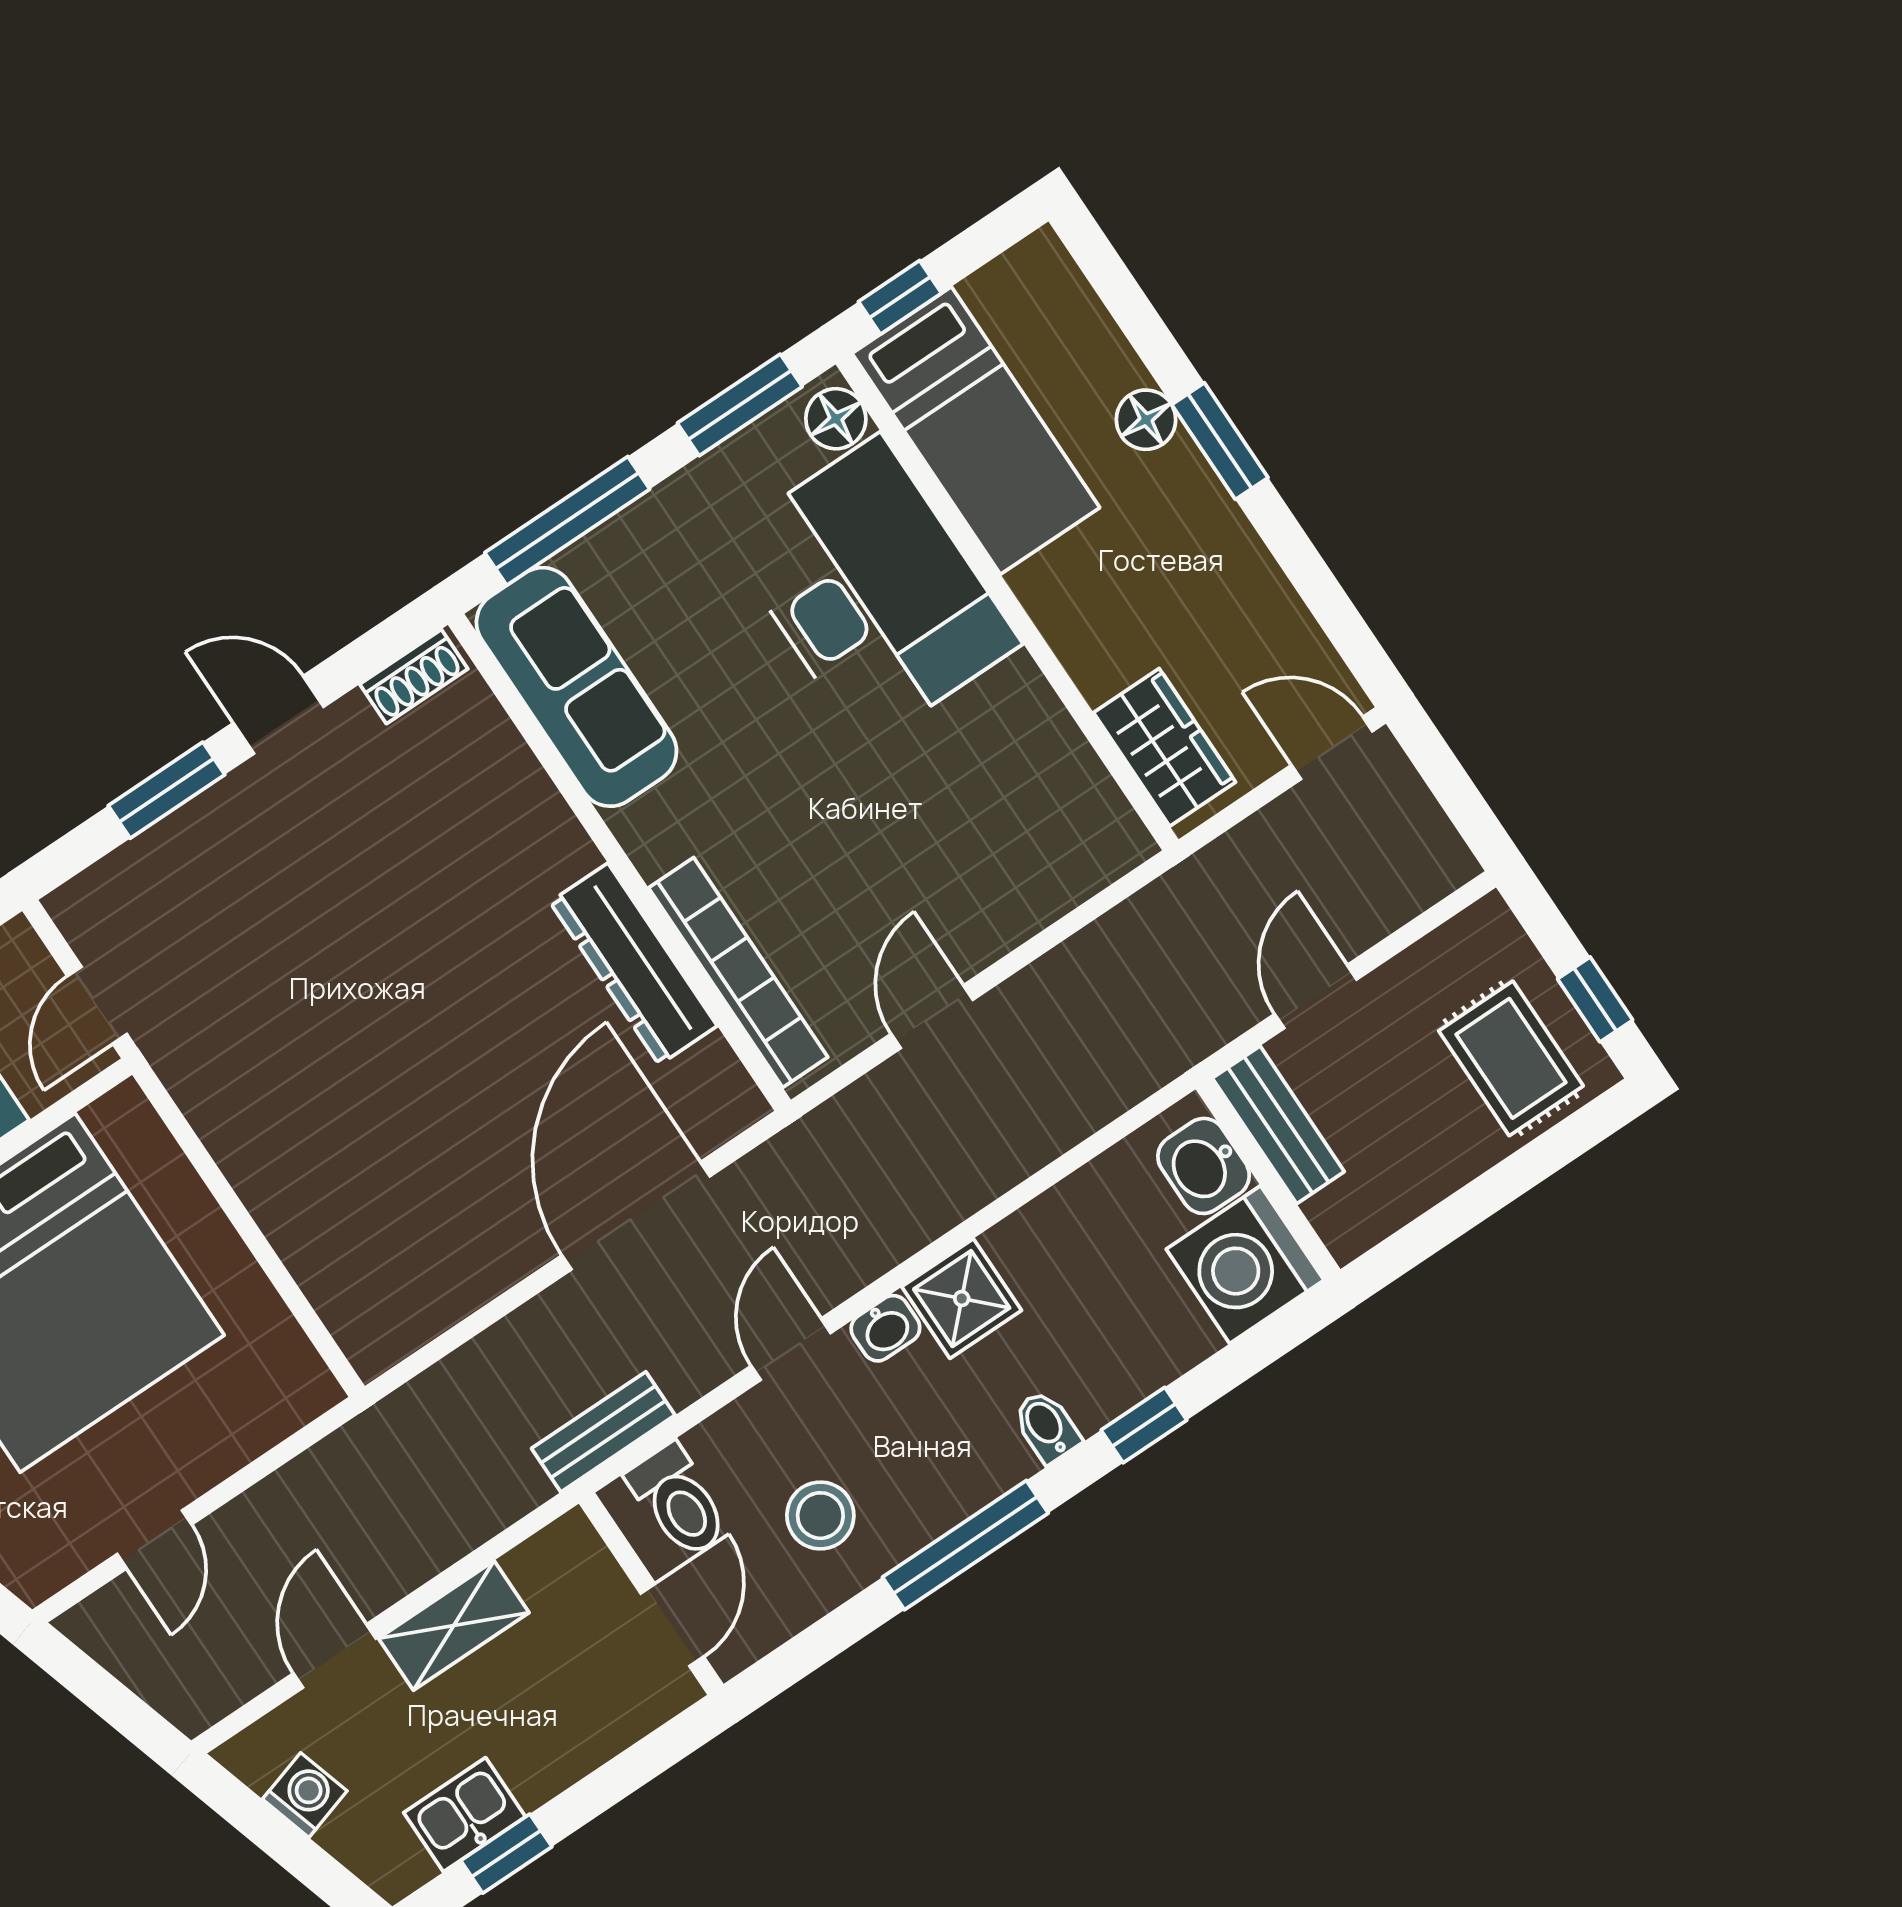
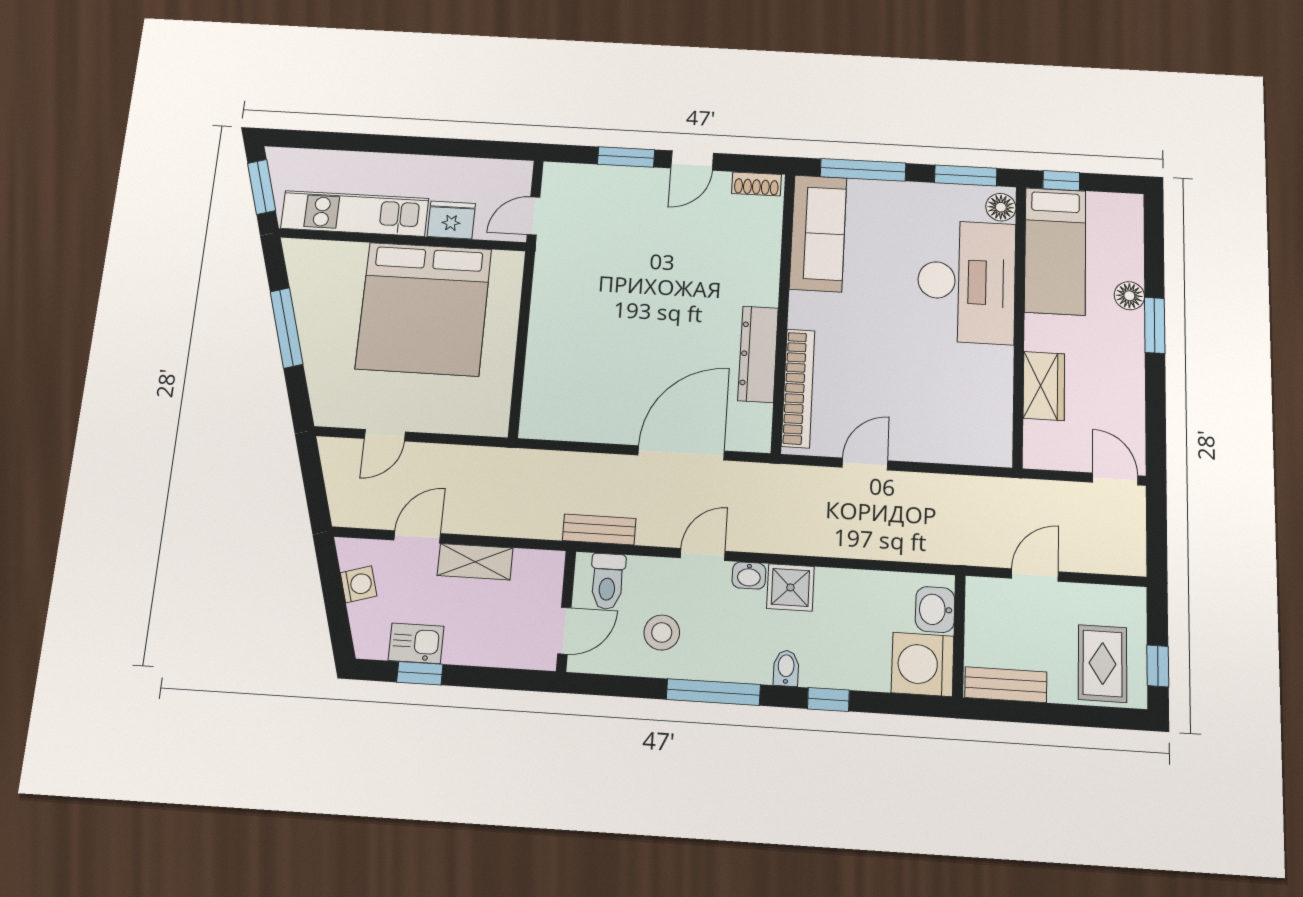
door: (279, 715) -> (692, 161), swing flipped
wardrobe: (1164, 747) -> (1044, 386), moved
bench: (1278, 1125) -> (1006, 685), moved, turned 90

